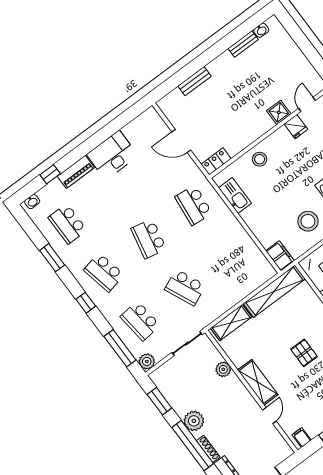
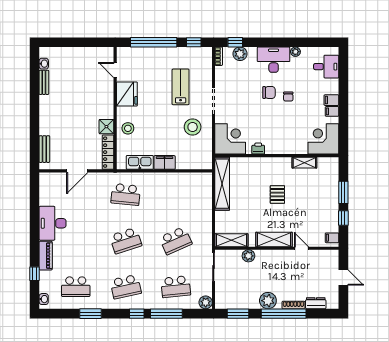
bench: (195, 81) -> (44, 149), moved
shower: (279, 112) -> (106, 127), moved
fridge: (296, 127) -> (127, 94), width x1.88, depth x1.34
locker: (216, 162) -> (108, 152), width x1.53
school desk: (149, 239) -> (126, 241), turned -30
filing cabinet: (280, 256) -> (165, 162), moved
shelving: (231, 323) -> (231, 240), moved, turned 90
window: (120, 348) -> (166, 314), moved
pallet: (304, 353) -> (277, 194), turned 90

